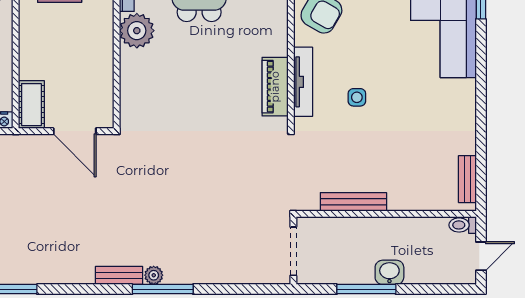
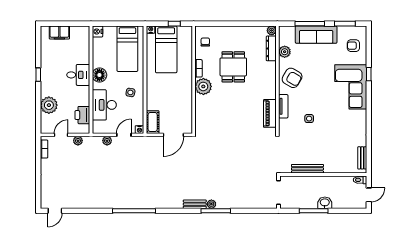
tv unit: (303, 82) -> (283, 106), width x0.71
door: (75, 131) -> (173, 135), hinge flipped

